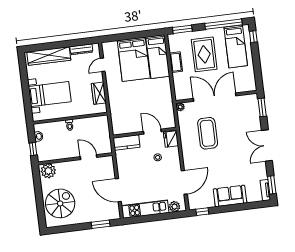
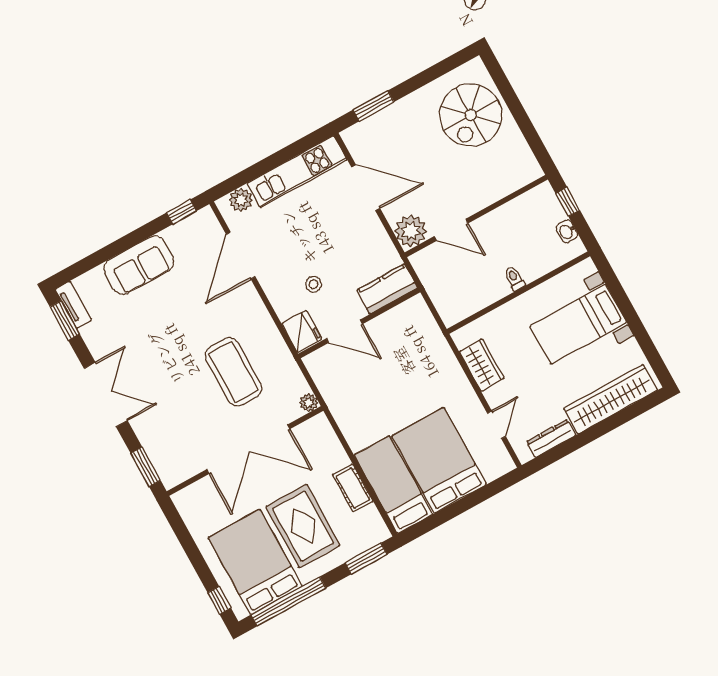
bed: (236, 46) -> (255, 562), width x1.50
plant: (48, 171) -> (411, 231), moved

